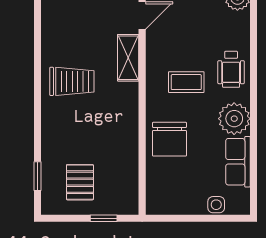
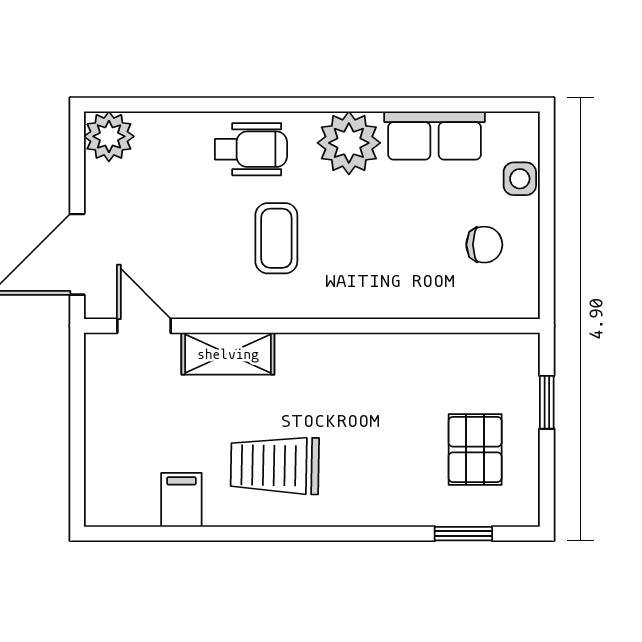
filing cabinet: (55, 34) -> (181, 500), added
trolley: (72, 81) -> (275, 465), turned -89
chair: (170, 139) -> (484, 245), moved, width x0.54, depth x0.54
pallet: (80, 182) -> (475, 449), turned 90

